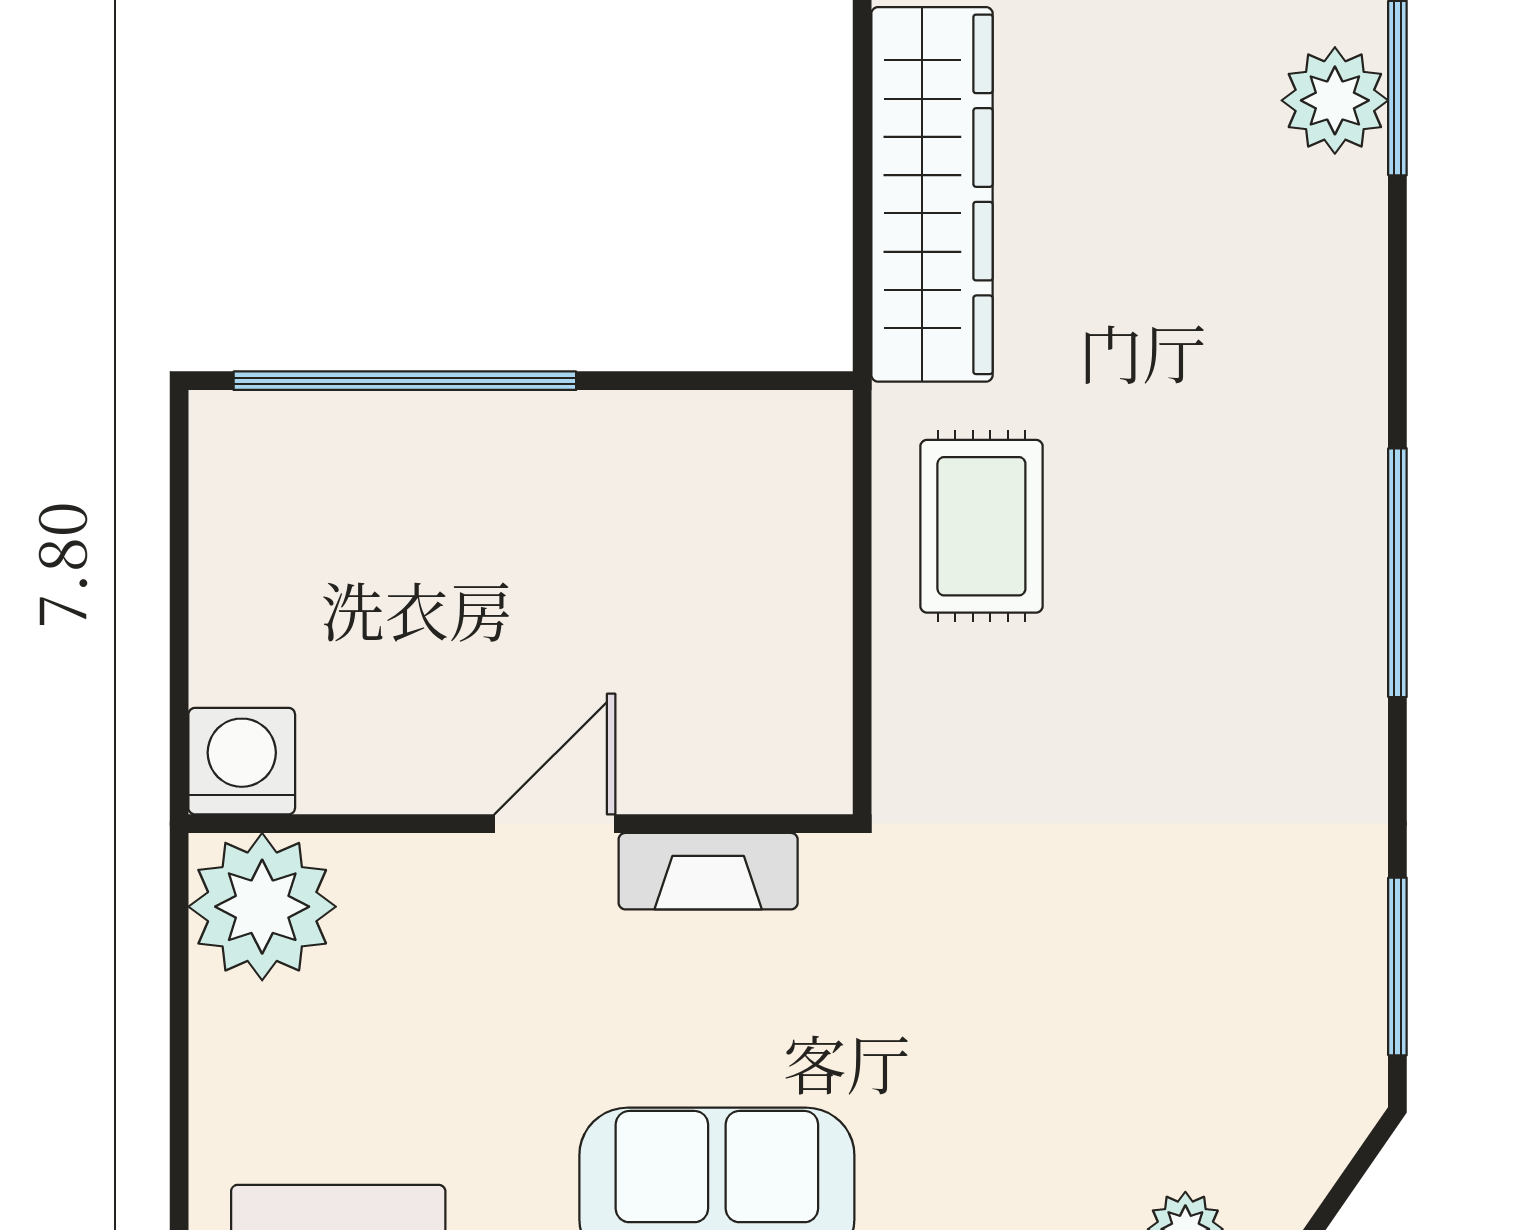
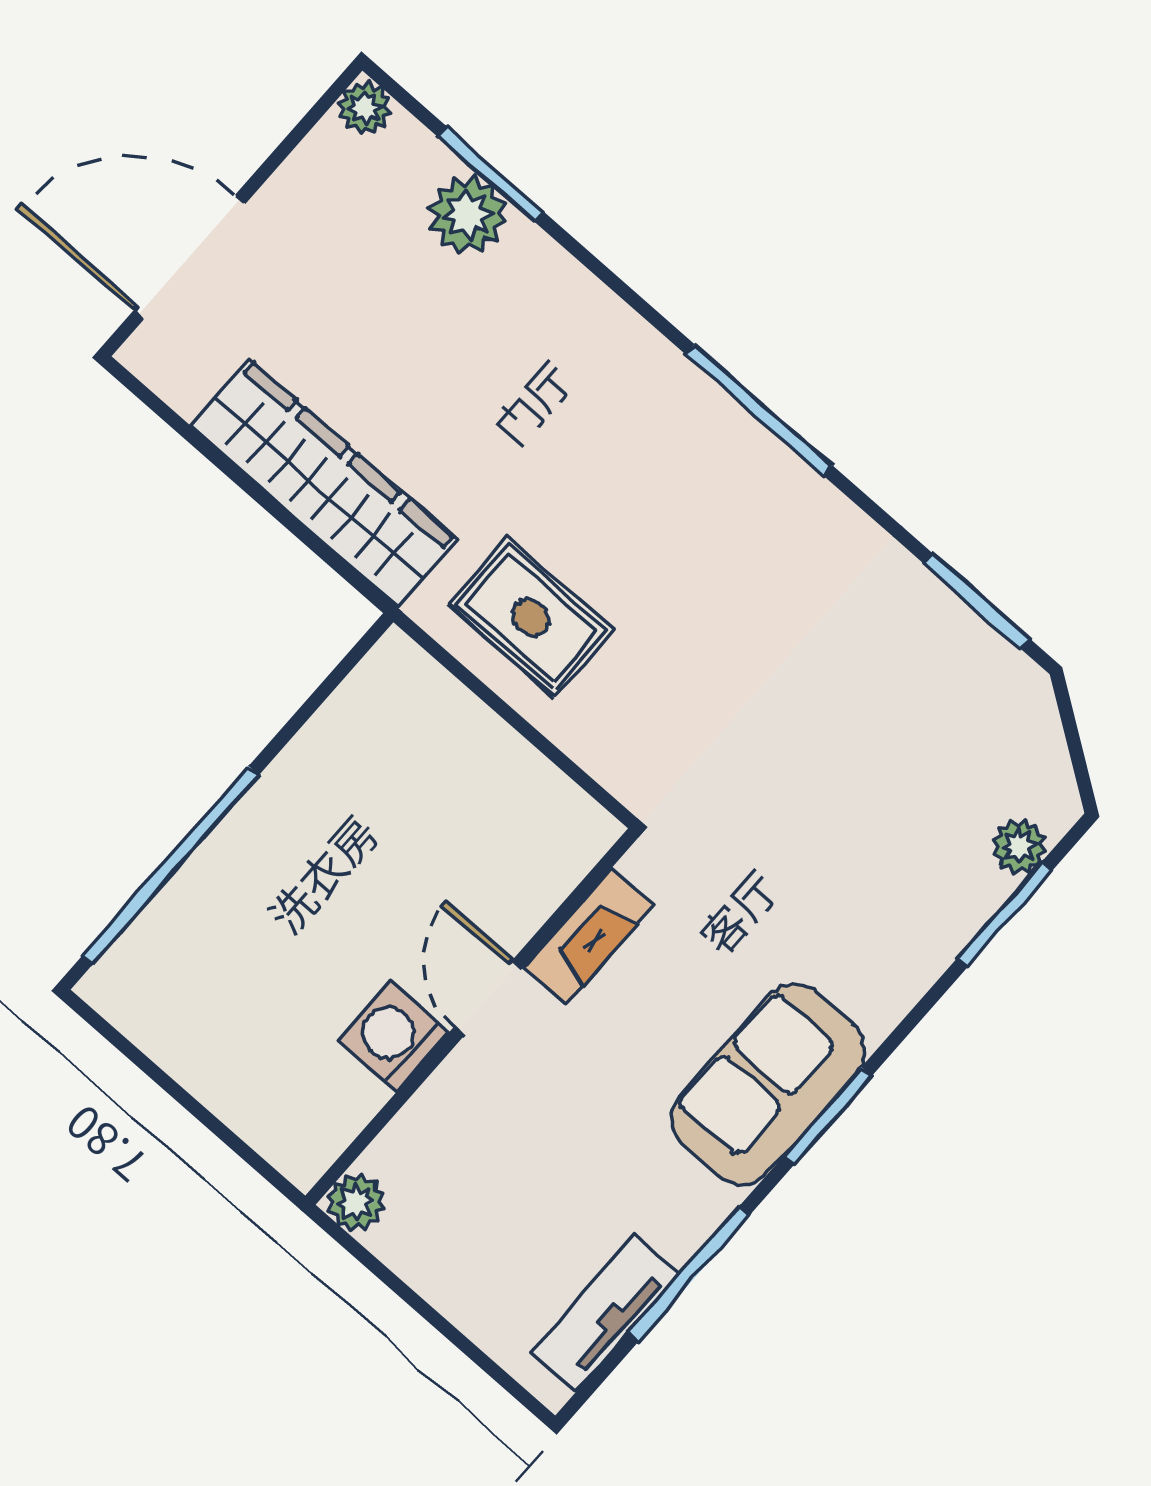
washing machine: (242, 761) -> (393, 1037), moved
plant: (262, 907) -> (356, 1202), width x0.53, depth x0.53

